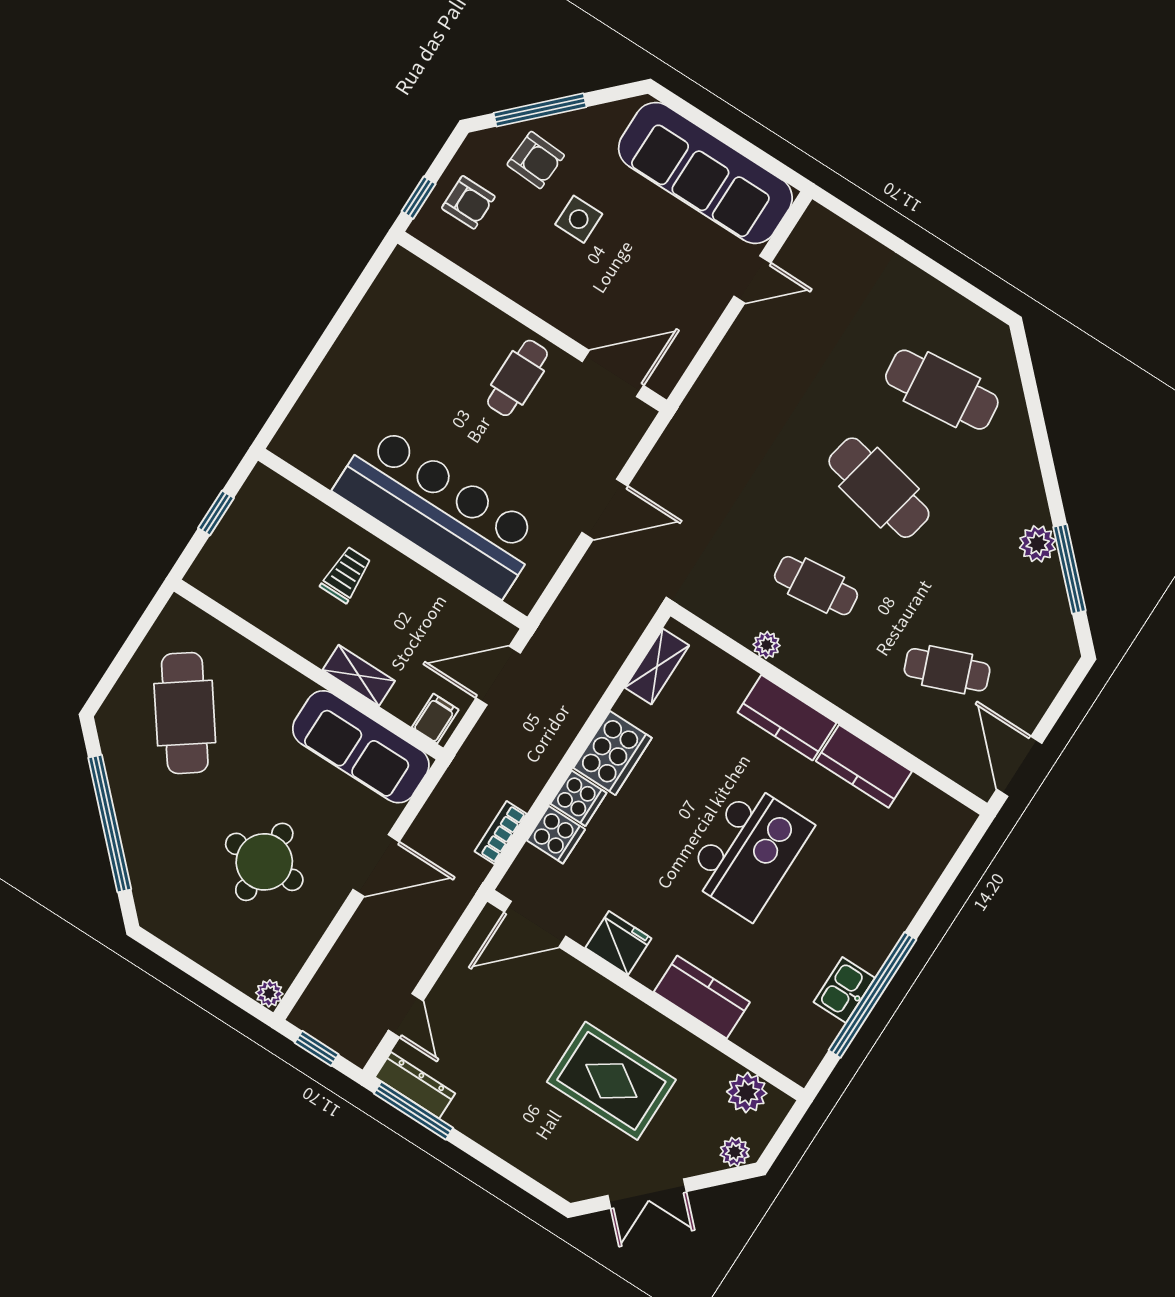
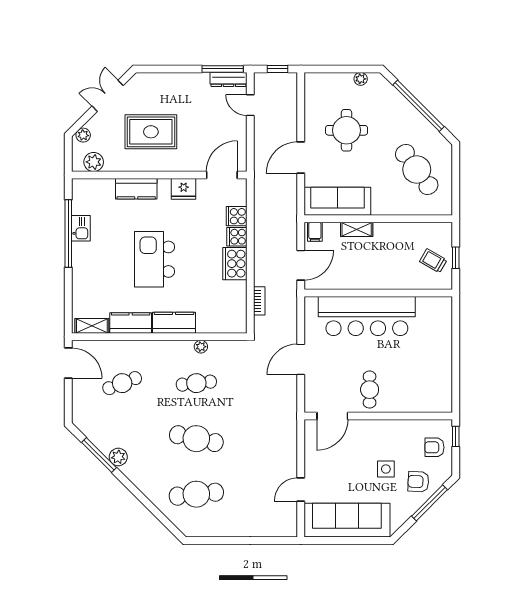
trolley: (346, 575) -> (433, 261), moved, turned 120
shelving: (657, 666) -> (92, 326), moved, turned 90
bookcase: (501, 833) -> (259, 301), moved
plant: (269, 993) -> (361, 79), moved

